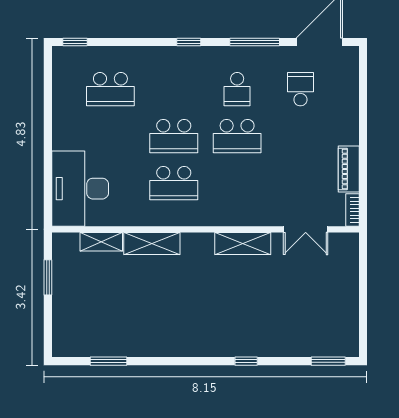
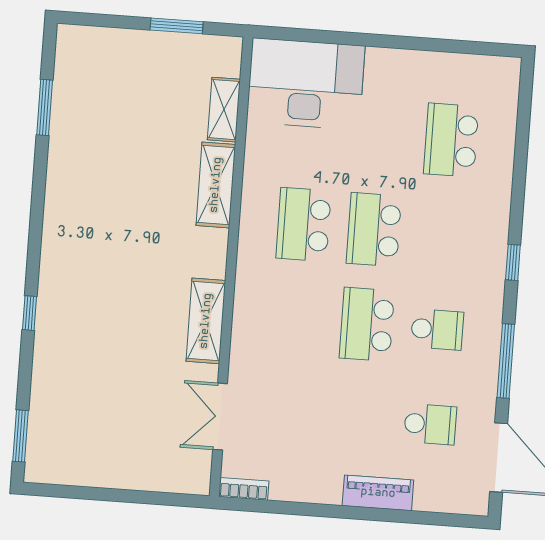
window: (75, 42) -> (525, 92), removed
school desk: (237, 89) -> (437, 330), turned 180
piano: (349, 169) -> (378, 493), moved

